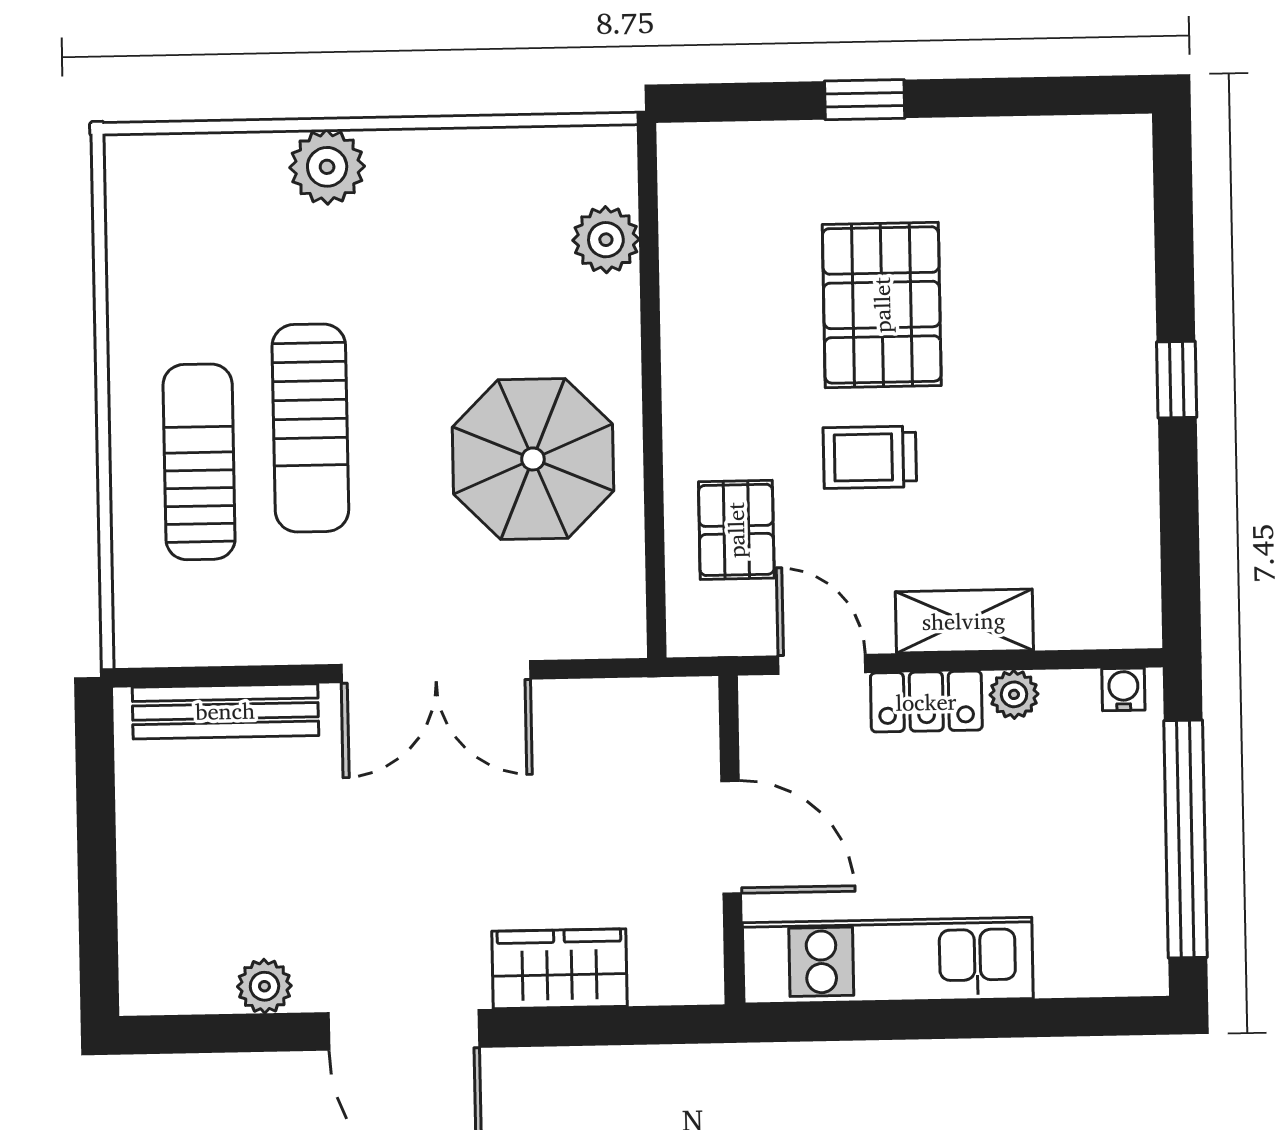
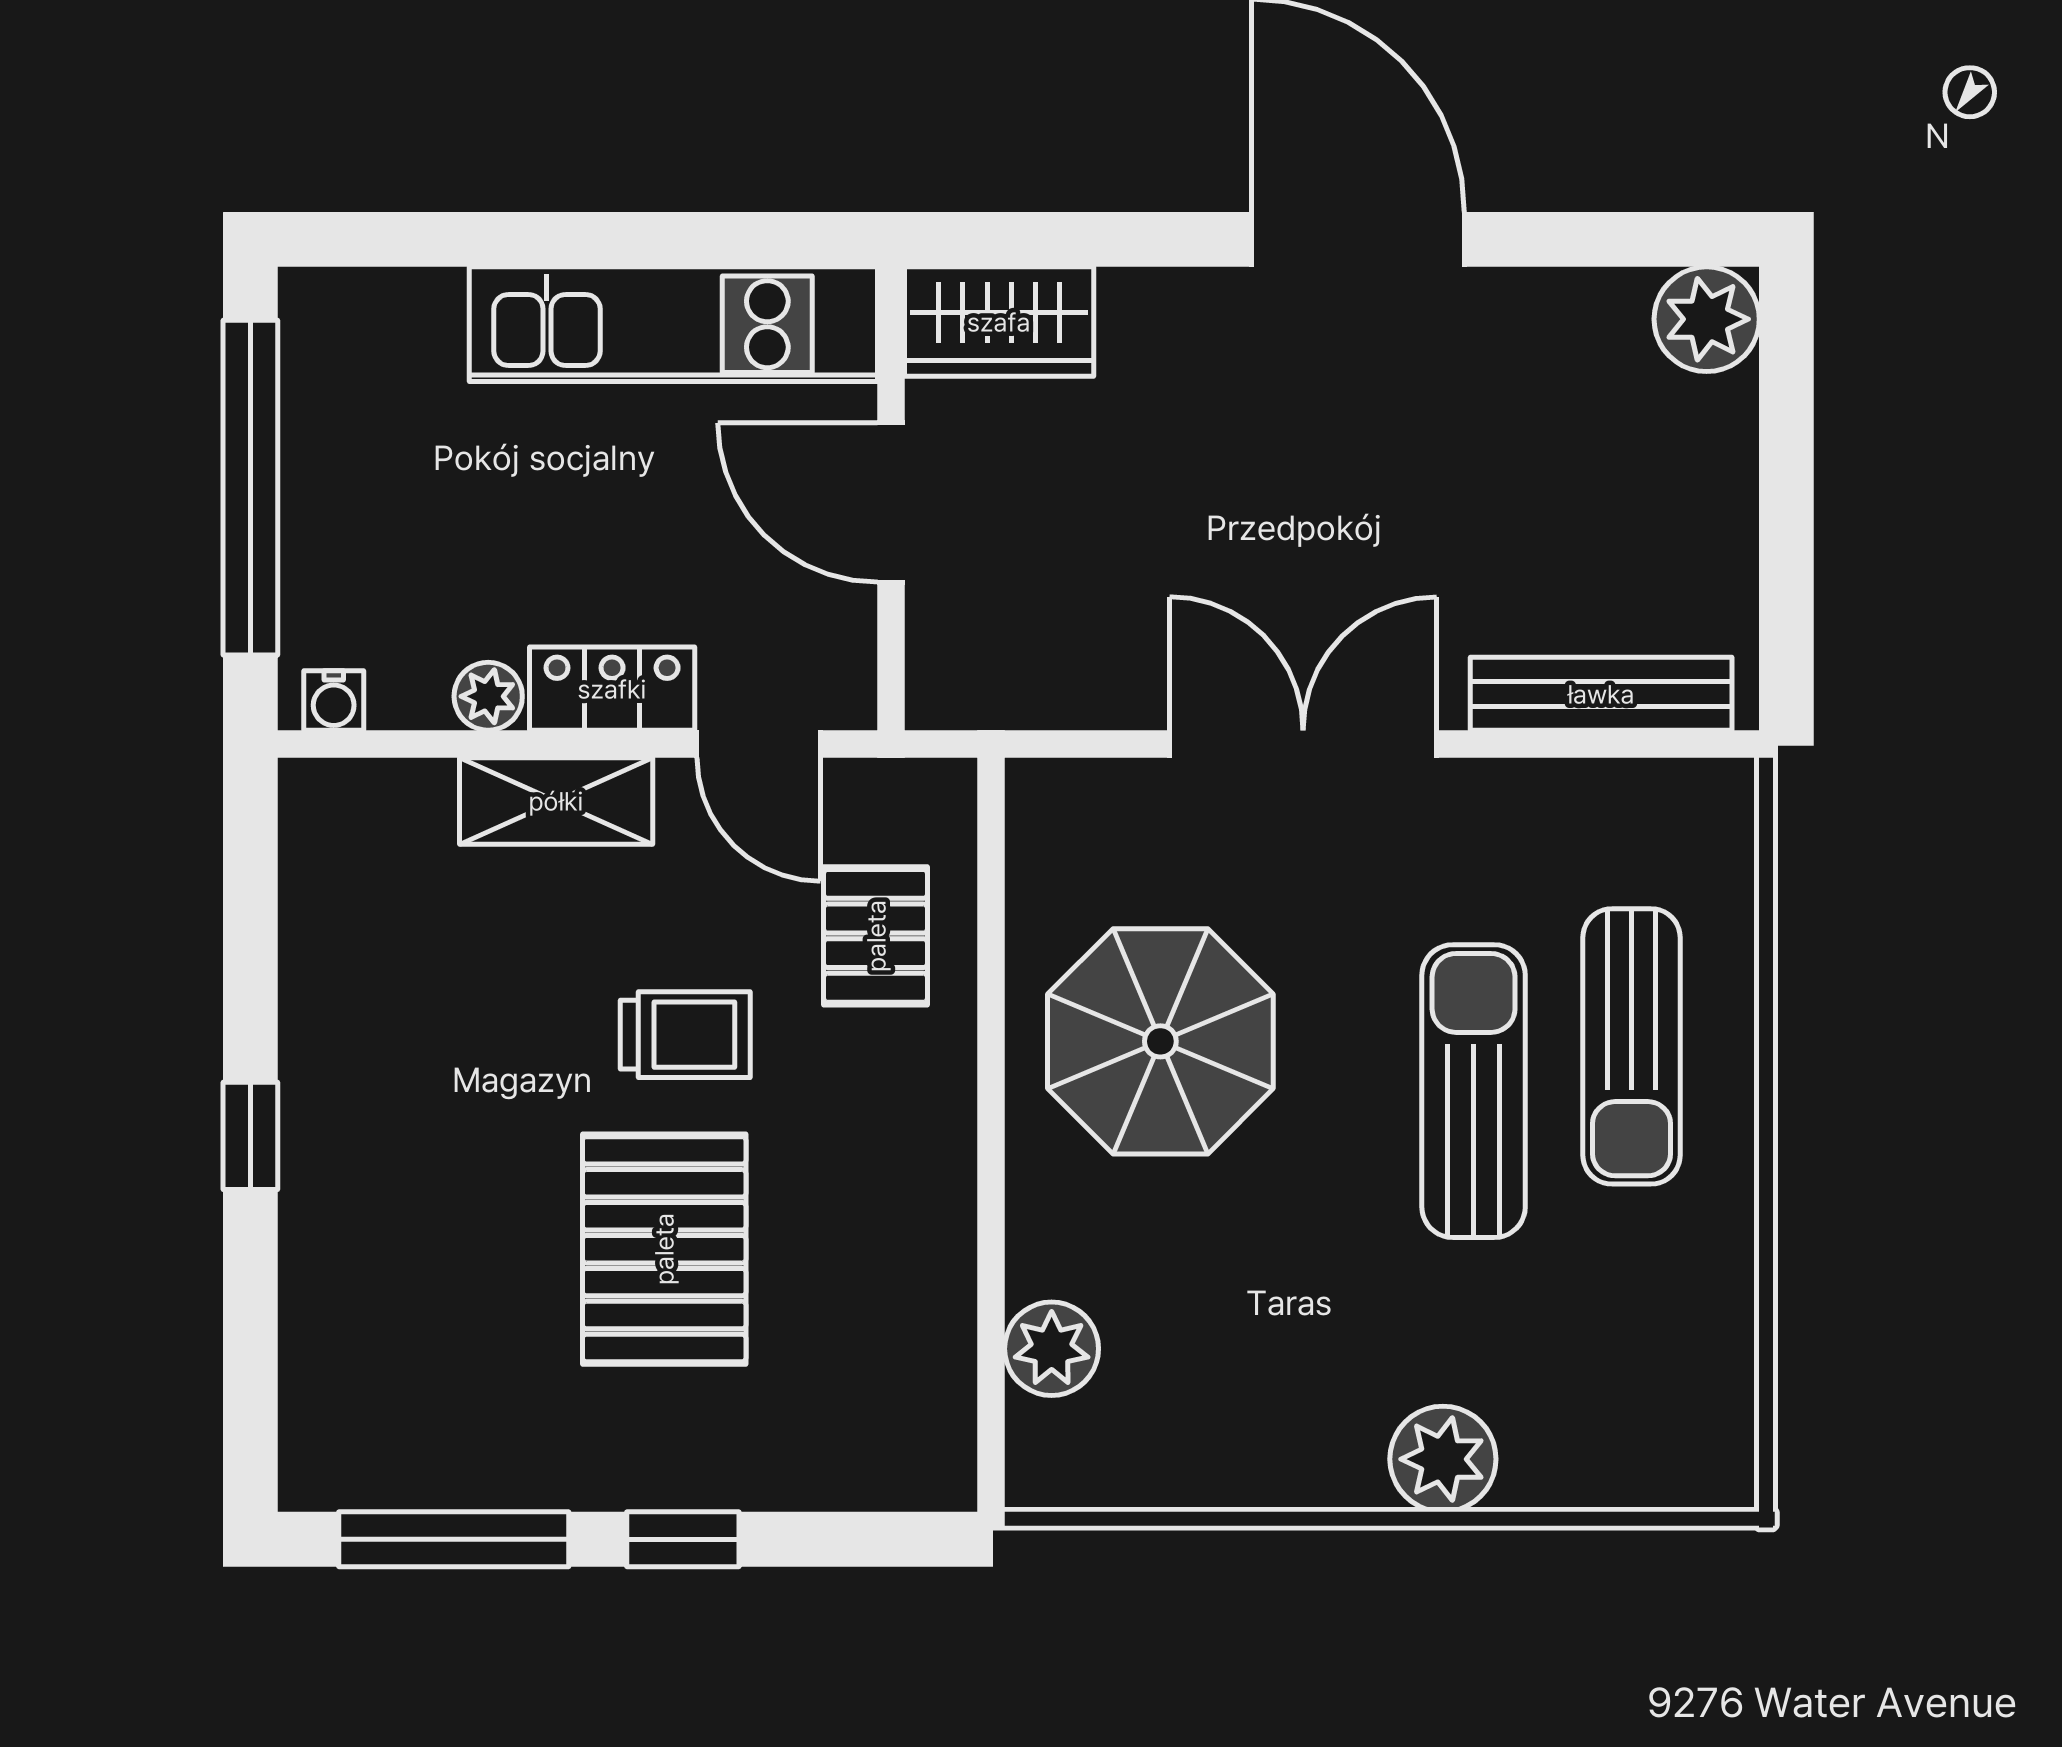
window: (1027, 97) -> (454, 1539), added
wardrobe: (560, 969) -> (999, 322), moved
plant: (264, 986) -> (1707, 319), moved, width x1.38, depth x1.38

